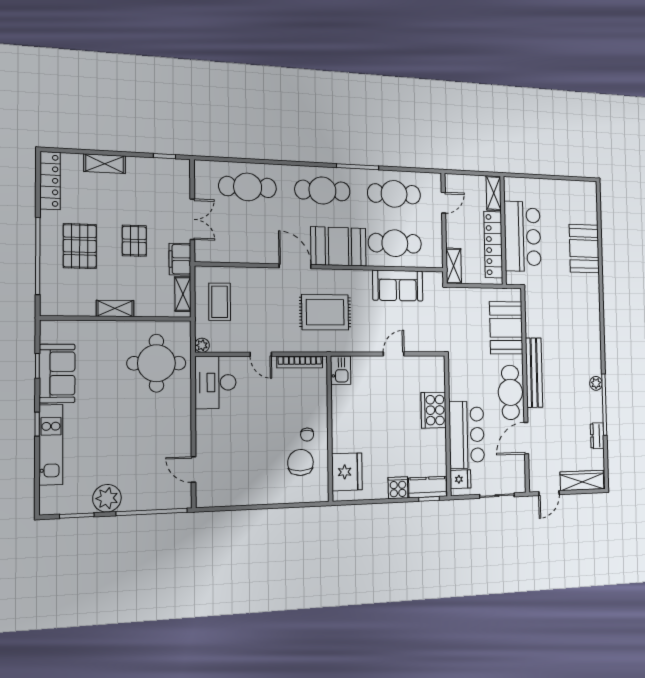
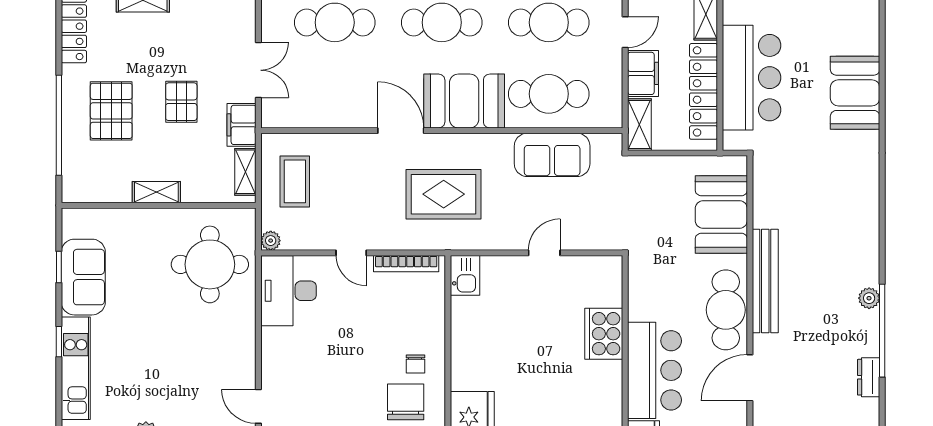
filing cabinet: (455, 231) -> (643, 73), added

